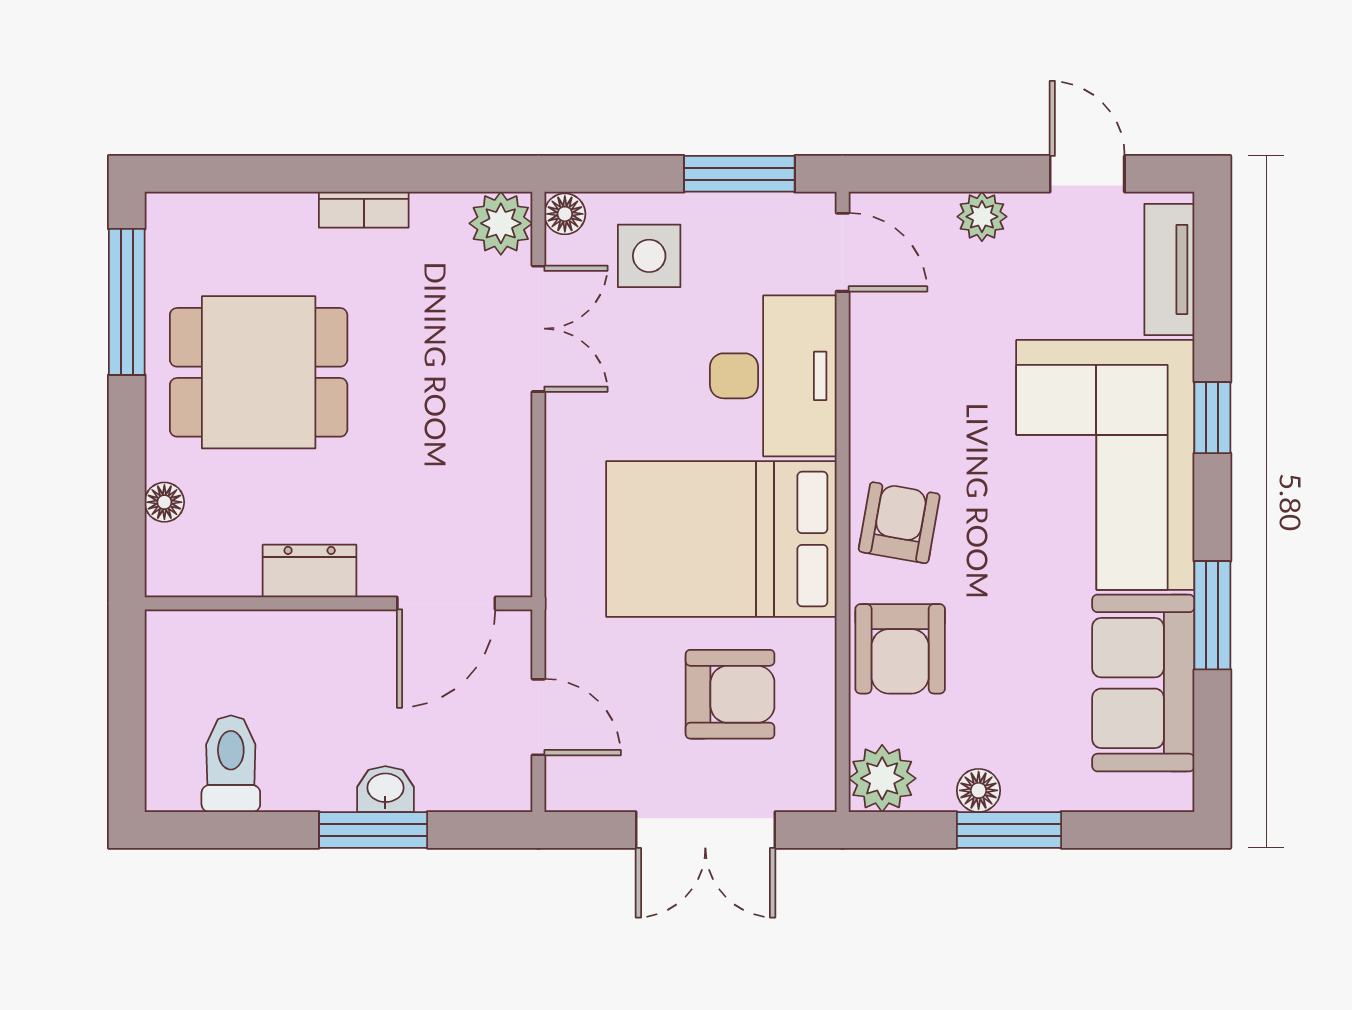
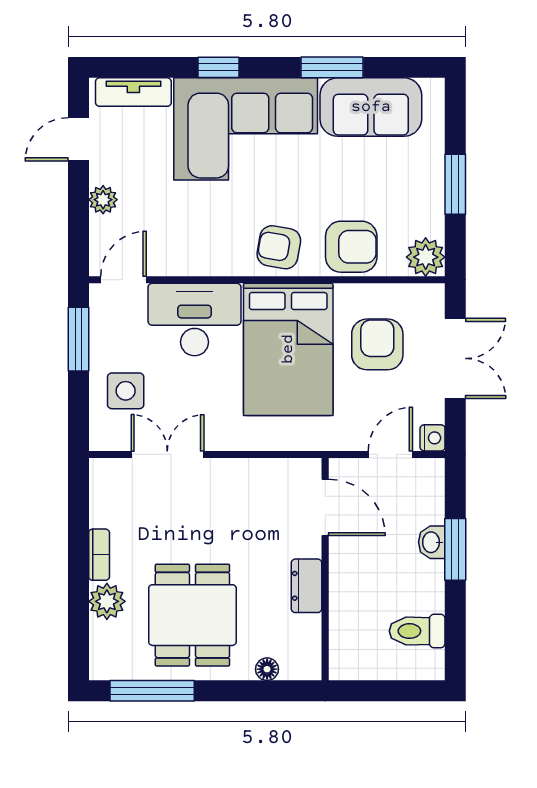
floor lamp: (565, 214) -> (102, 439), removed
plant: (501, 223) -> (107, 601), moved
nightstand: (567, 790) -> (433, 438), added
floor lamp: (979, 790) -> (433, 202), removed

